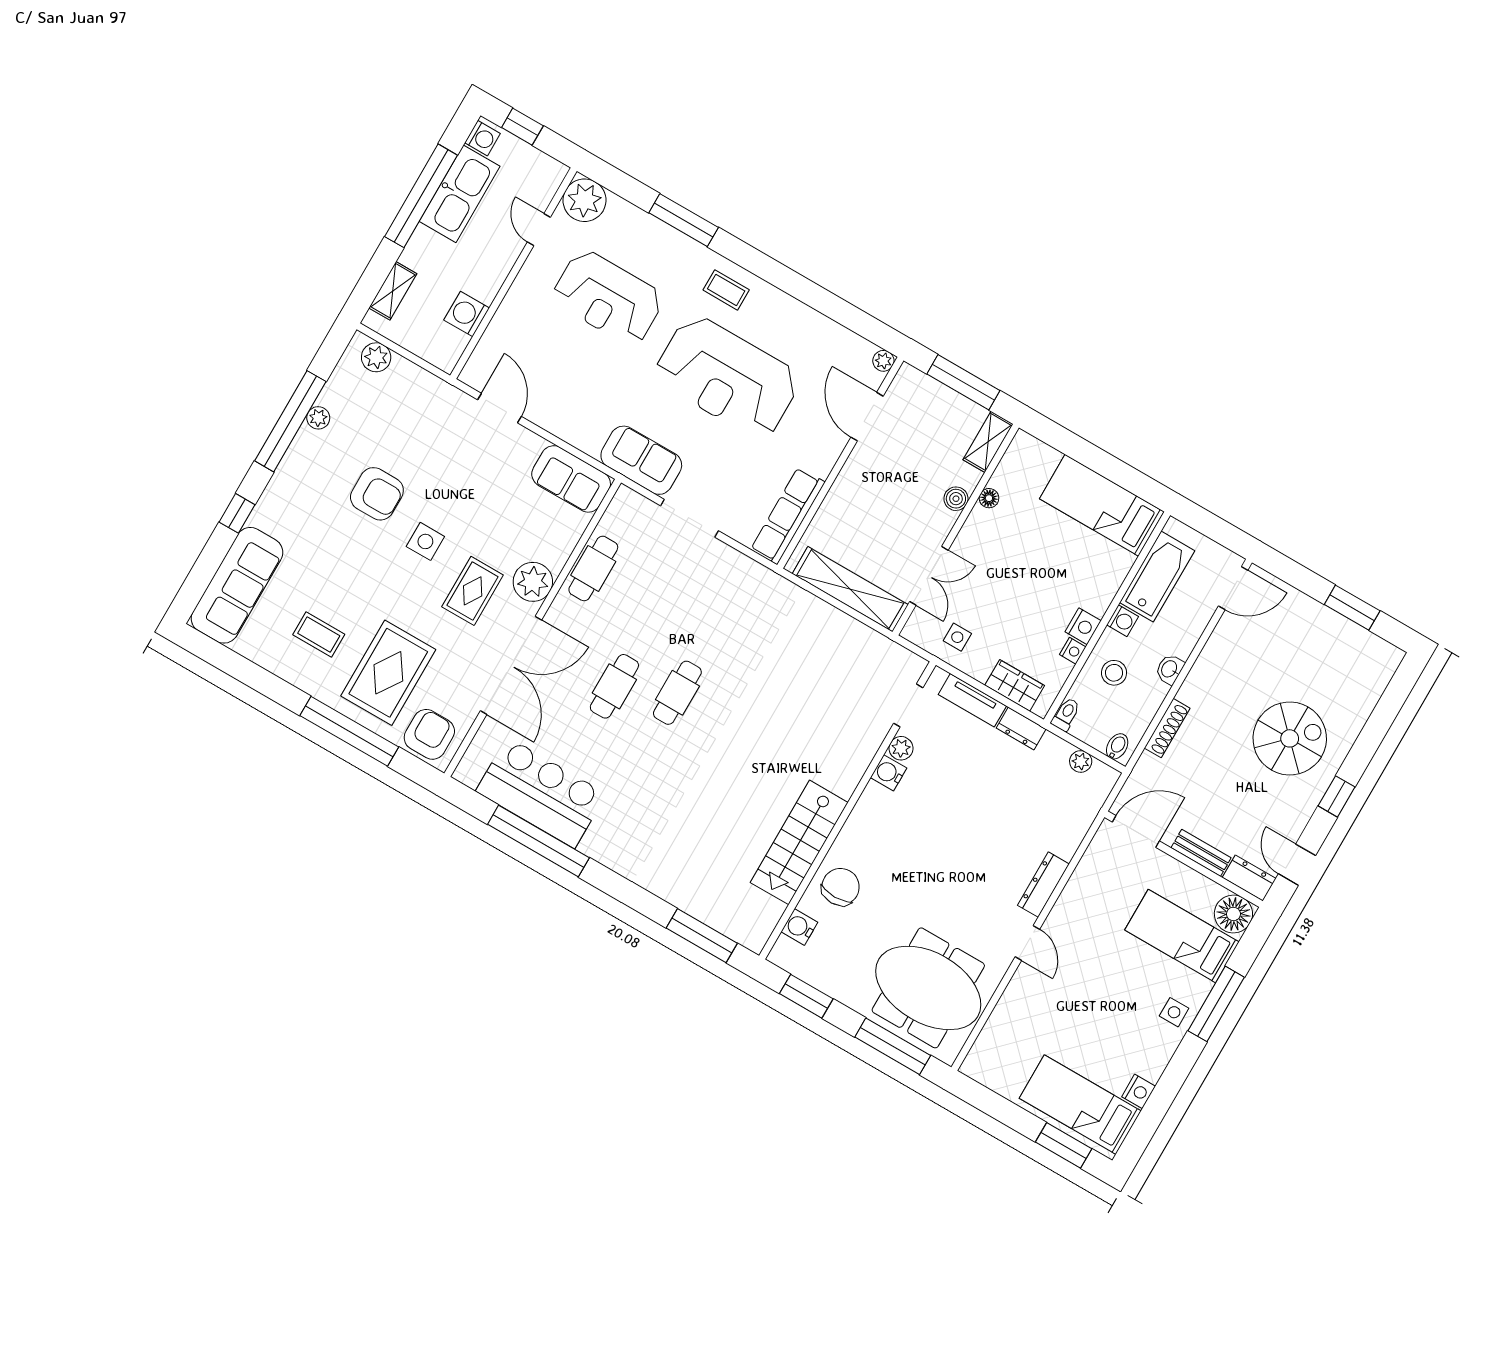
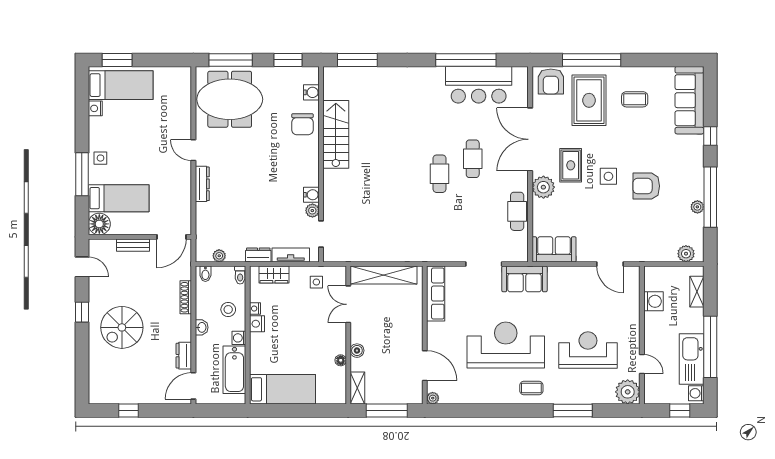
window: (1352, 608) -> (129, 411), width x0.67
dresser: (1249, 878) -> (184, 356), moved, turned 90

